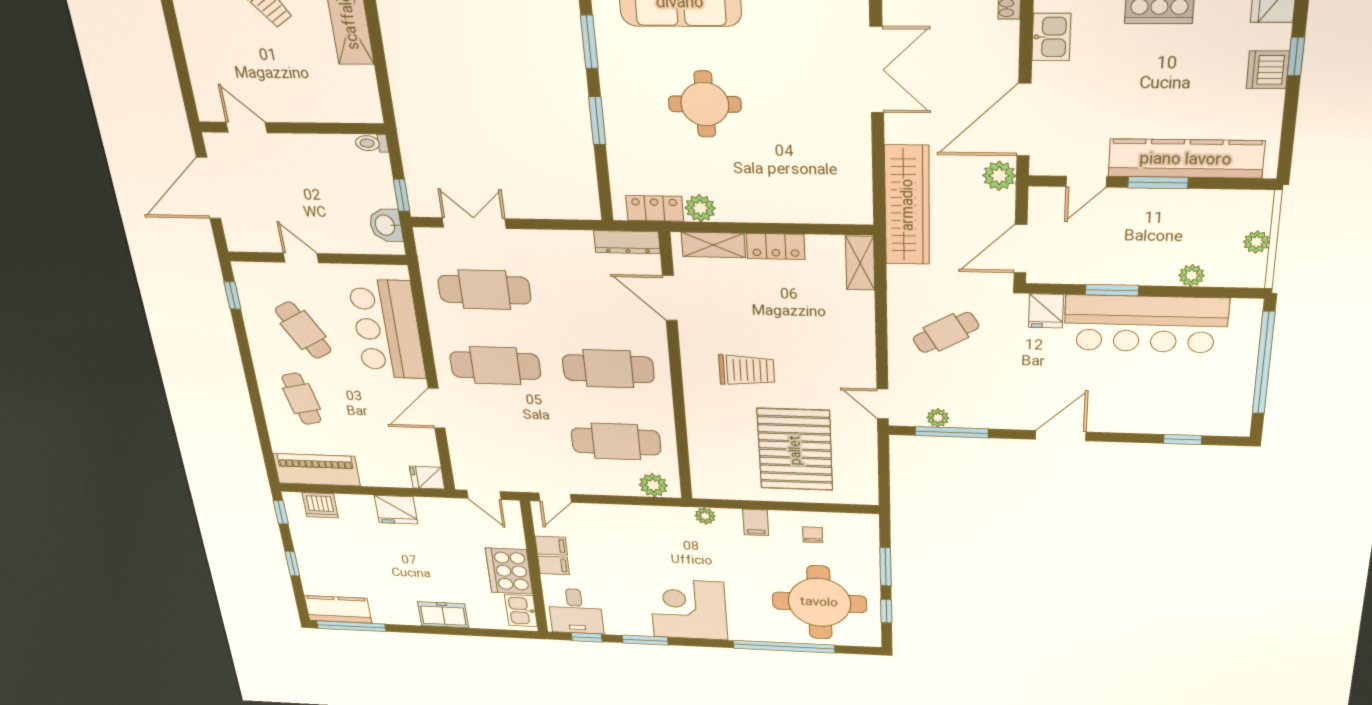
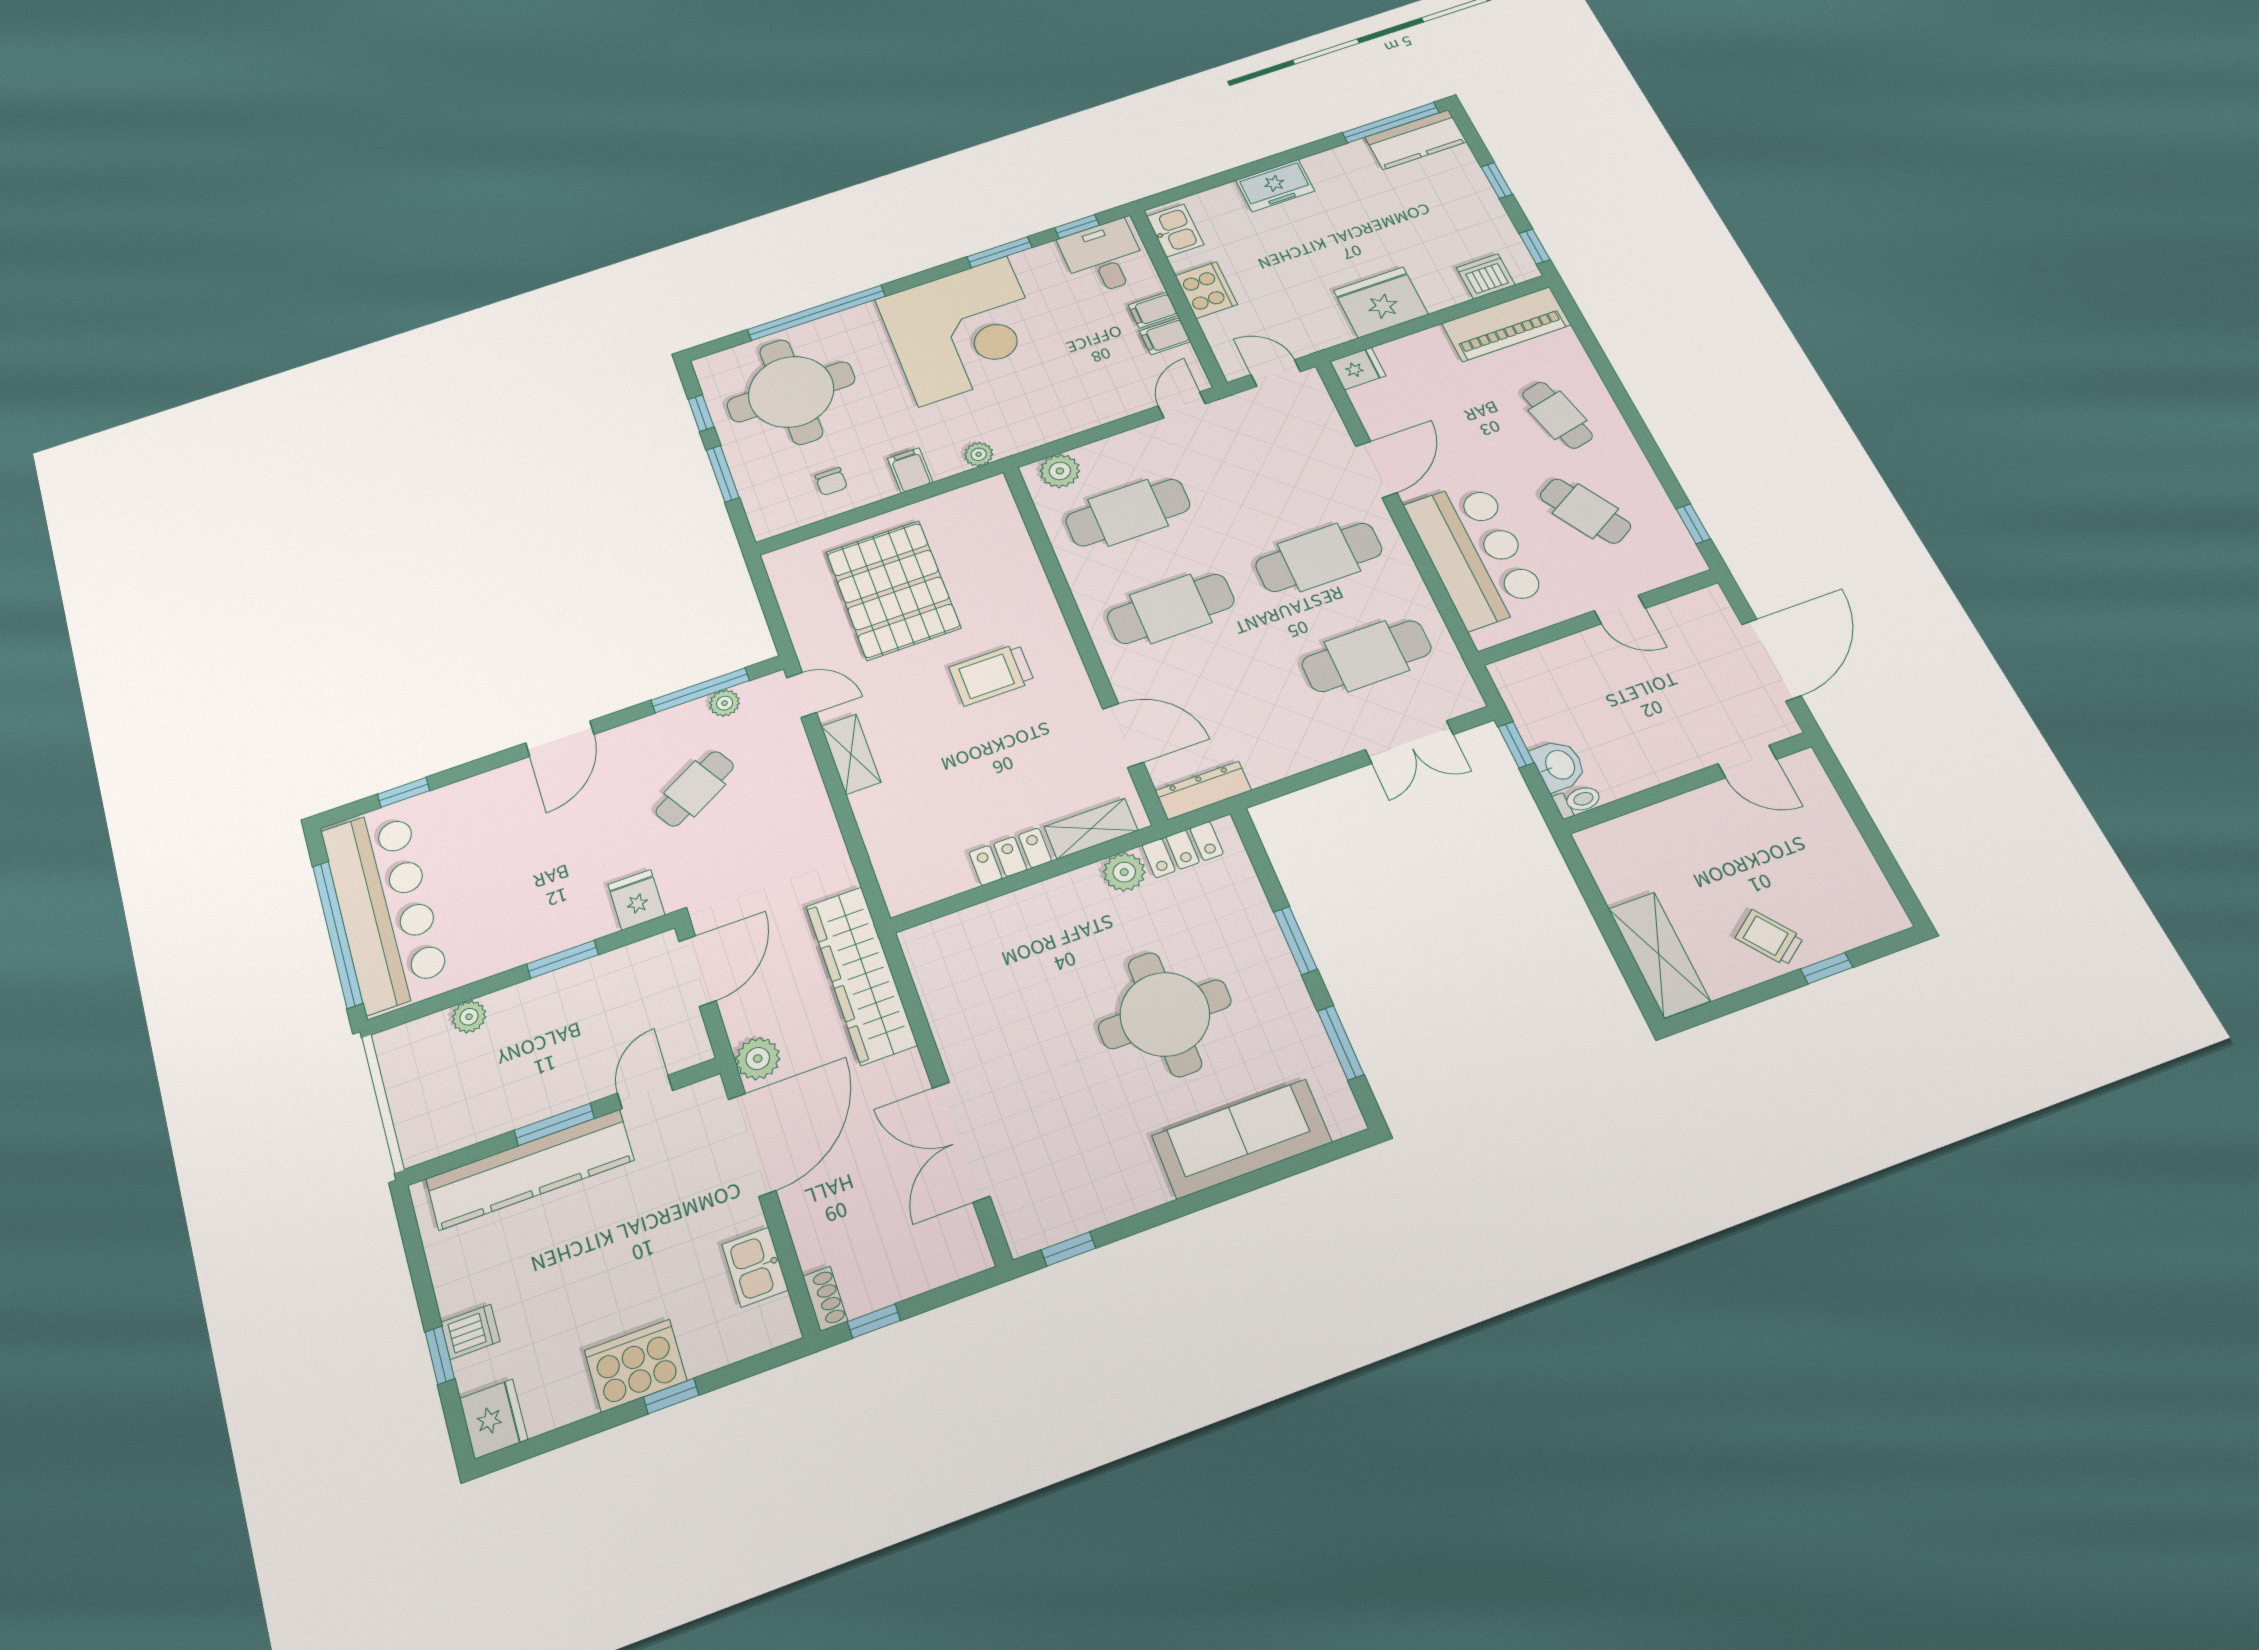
dishwasher: (1268, 70) -> (470, 1332), width x0.73
round table: (705, 104) -> (1165, 1014), width x1.36, depth x1.36
washbasin: (386, 225) -> (1559, 765), moved
plant: (1257, 242) -> (403, 1092), removed
shelving: (860, 263) -> (851, 754), moved
bar counter: (1146, 324) -> (385, 908), moved, turned 90
cafe table: (946, 332) -> (695, 789), moved
fridge: (396, 510) -> (1381, 302), width x1.36, depth x1.34
cooker: (509, 571) -> (1206, 290), width x0.73, depth x0.76
corner desk: (688, 610) -> (963, 331), width x1.36, depth x1.36

